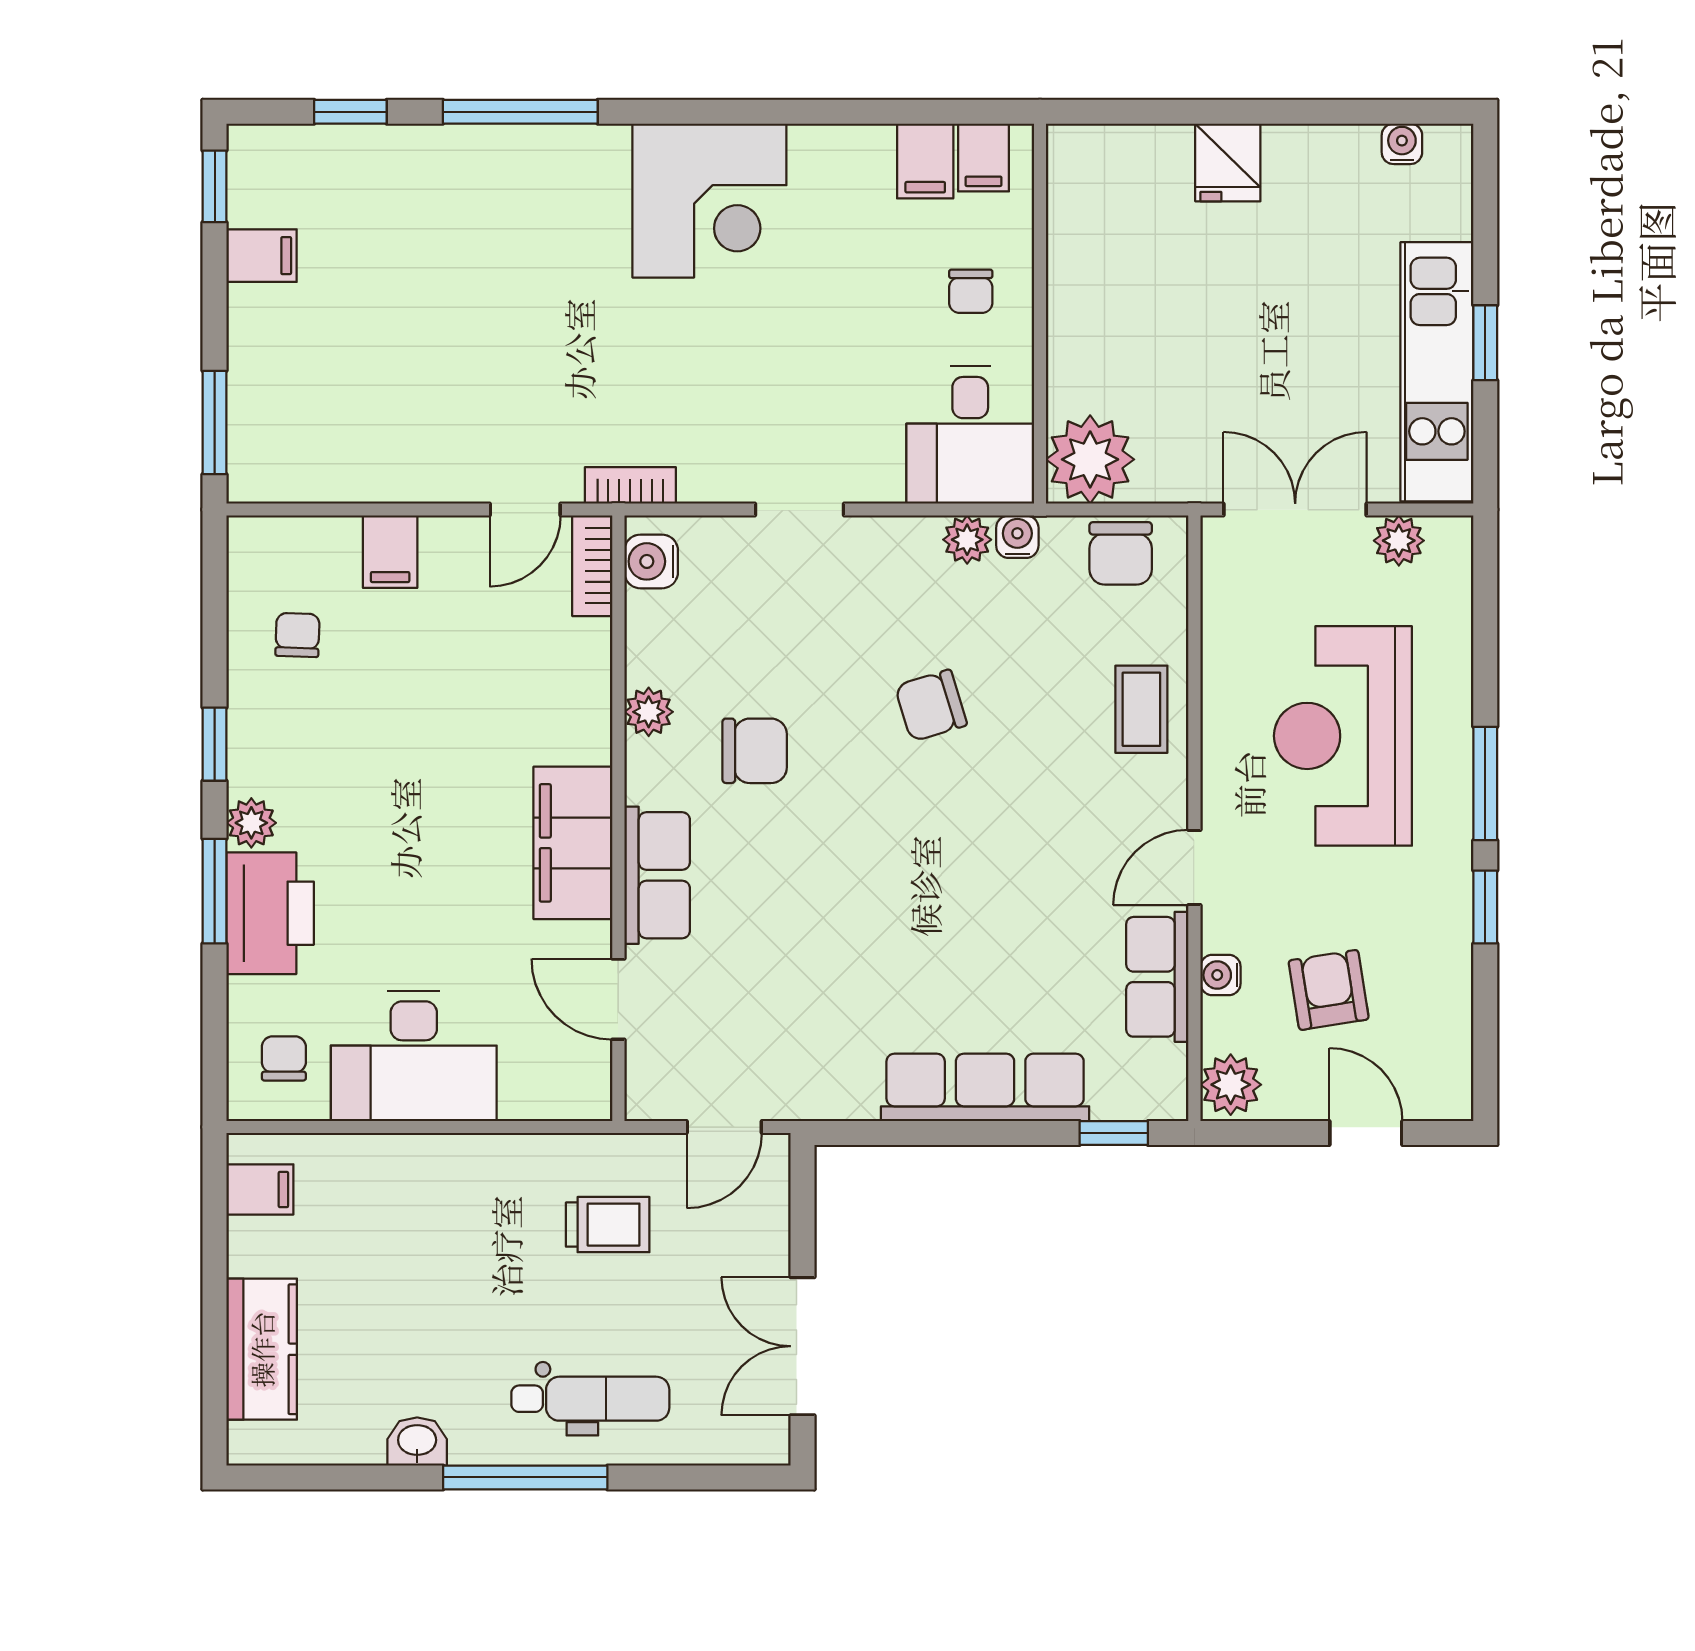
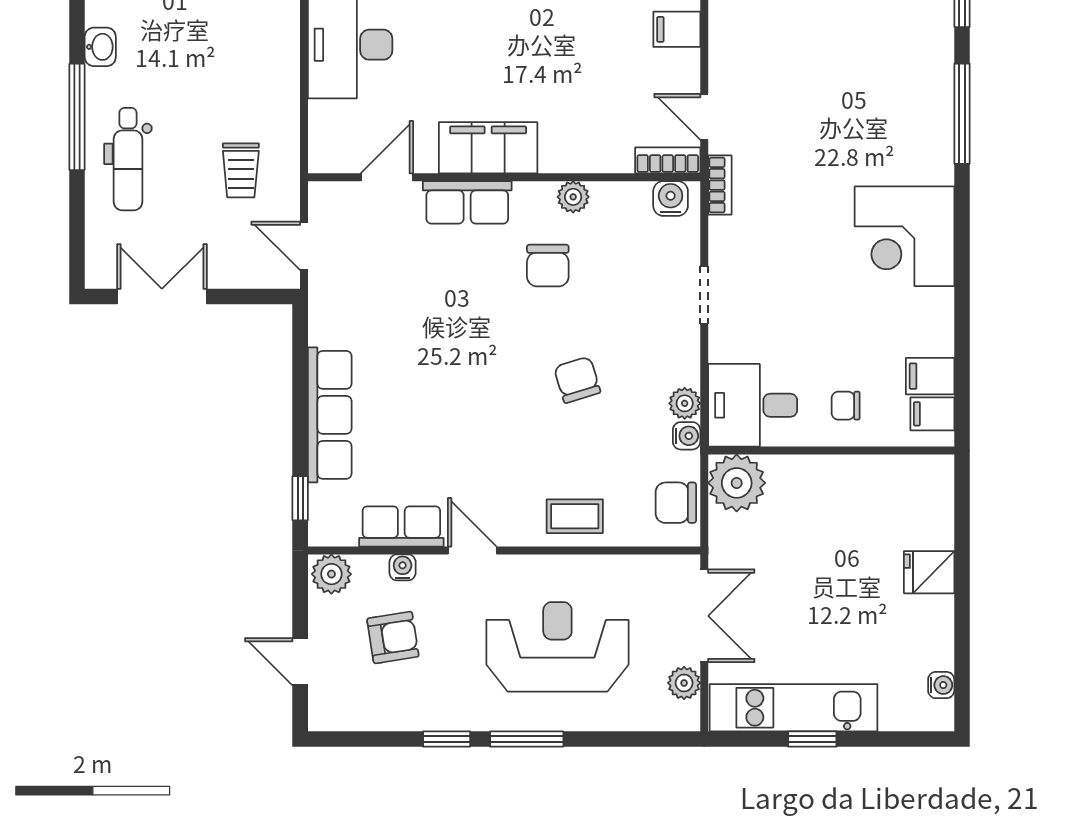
door: (1366, 1133) -> (300, 662), swing flipped

